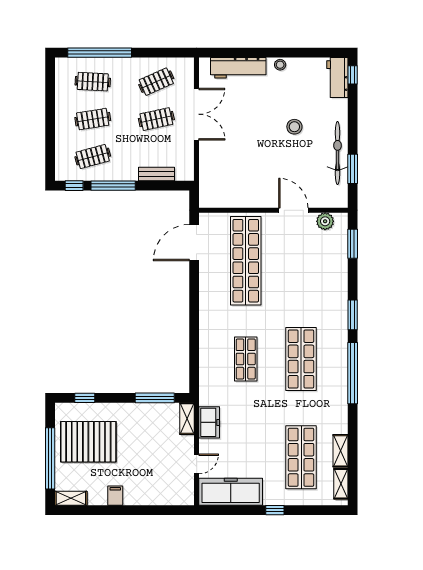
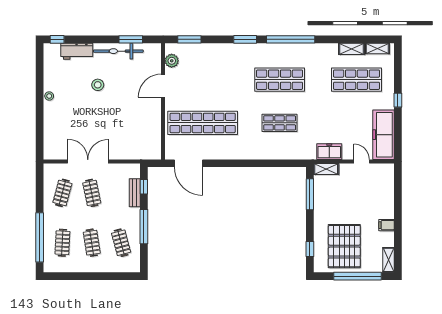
workbench: (238, 68) -> (52, 129), removed
workbench: (337, 77) -> (77, 51), moved
clothes rail: (156, 82) -> (62, 193), turned 39
window: (74, 186) -> (144, 187), moved

